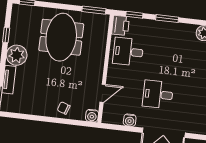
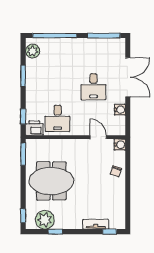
window: (167, 19) -> (23, 76), moved
plant: (17, 55) -> (45, 220), moved

